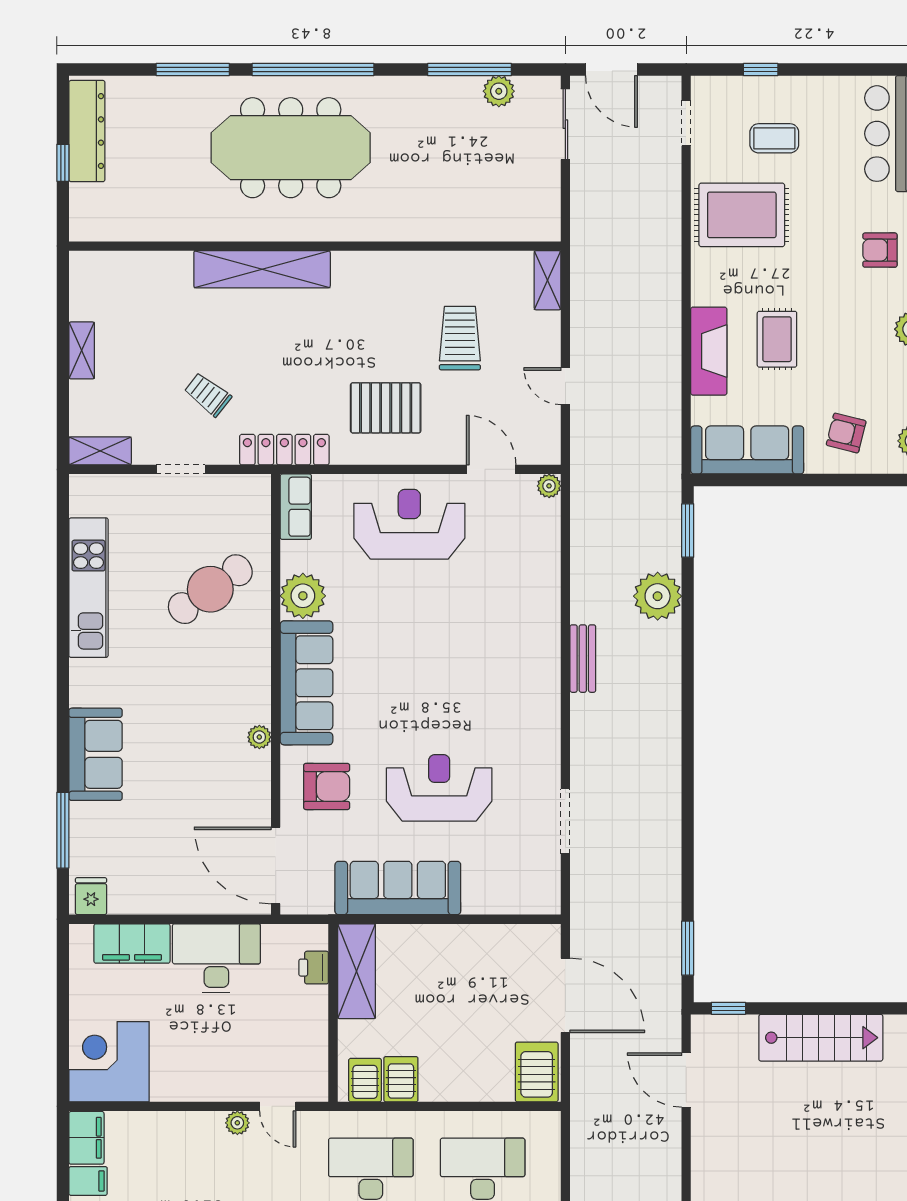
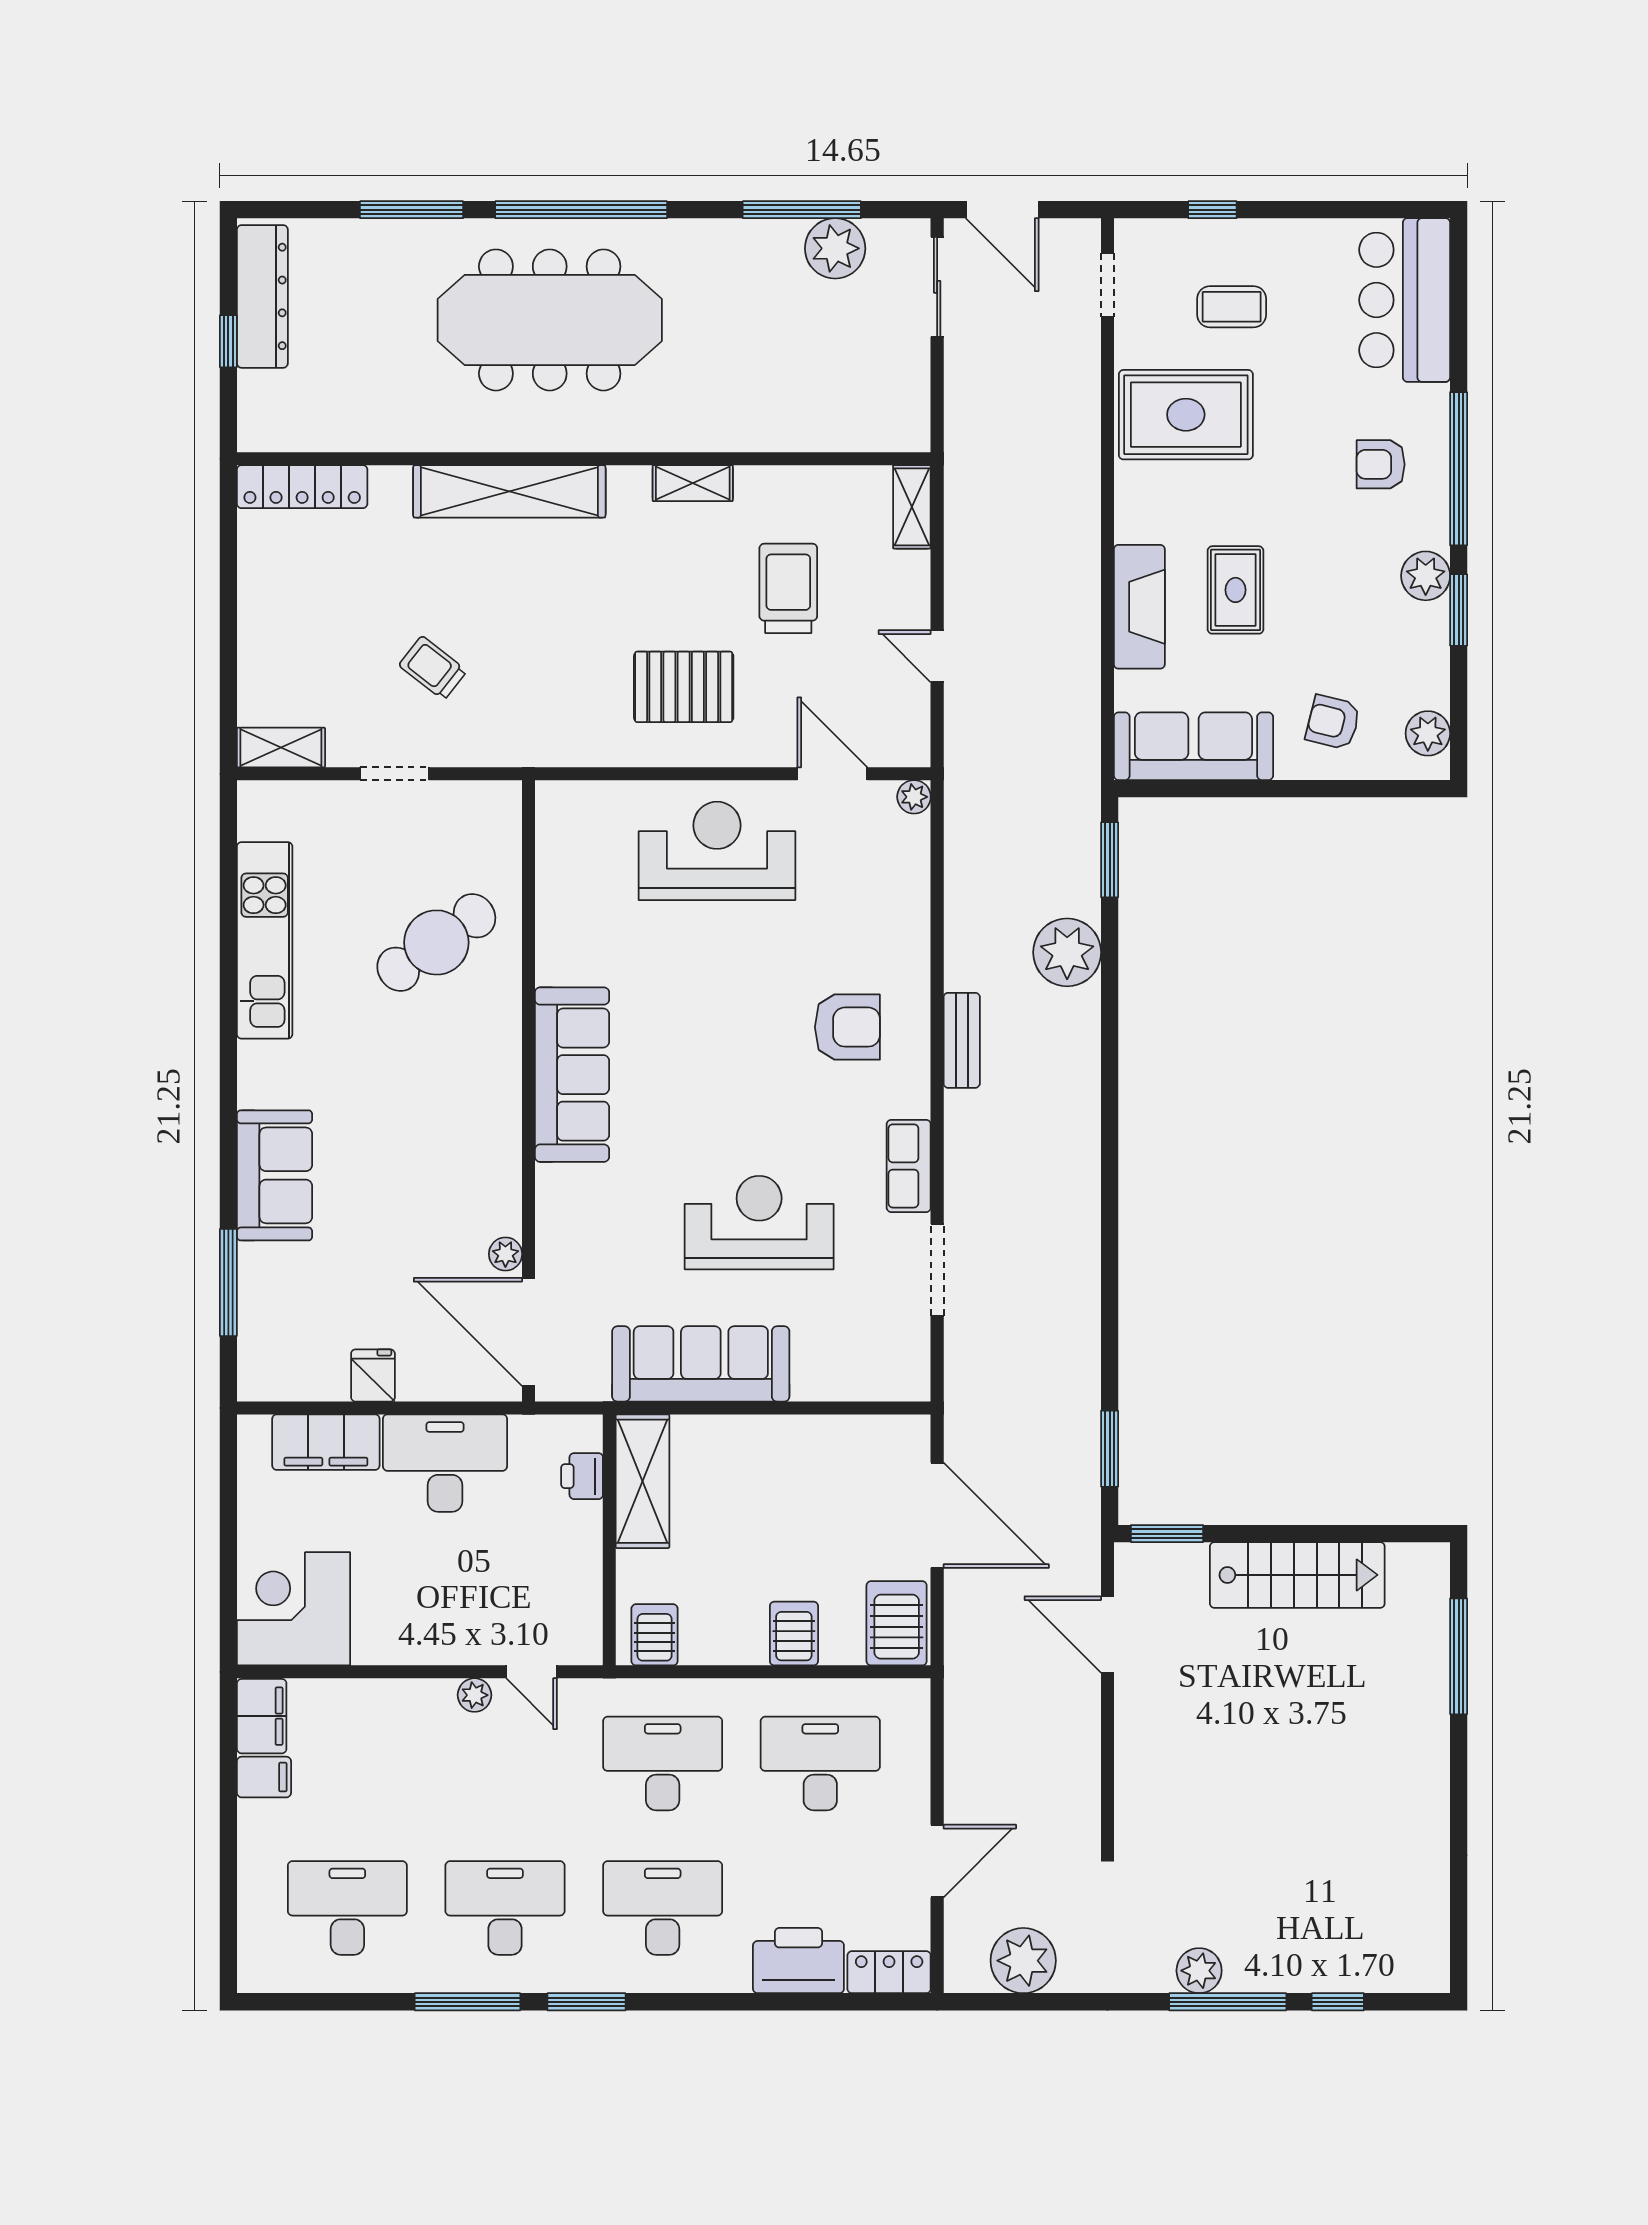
plant: (499, 91) -> (835, 248), width x1.36, depth x1.36
shelving: (82, 350) -> (693, 483), moved, turned 90
locker: (284, 450) -> (302, 487), moved, turned 180
row of seats: (296, 507) -> (909, 1166), moved, turned 180
plant: (303, 596) -> (567, 952), removed
plant: (259, 737) -> (505, 1254), moved
armchair: (327, 786) -> (847, 1027), moved
fridge: (91, 896) -> (373, 1375), moved
window: (728, 1008) -> (1167, 1534), width x1.50
server rack: (401, 1079) -> (794, 1634), moved

